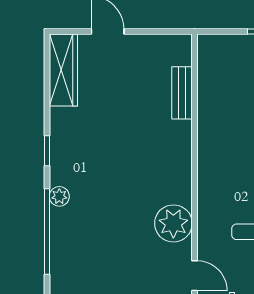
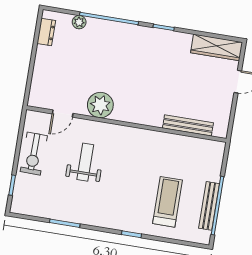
bench: (182, 93) -> (188, 125), width x1.36
plant: (59, 196) -> (79, 22), moved

